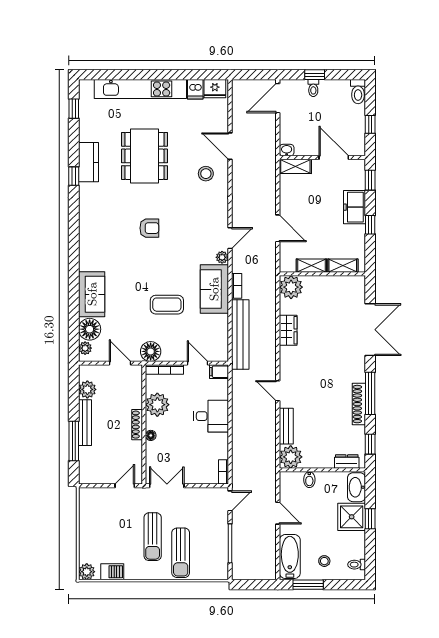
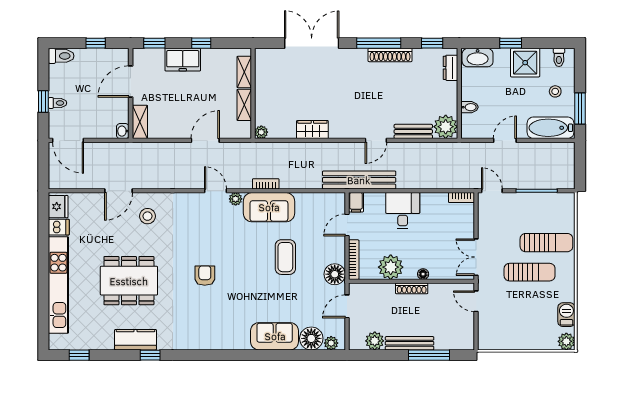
plant: (291, 287) -> (261, 132), width x0.53, depth x0.53
bench: (240, 335) -> (359, 180), moved
shower: (352, 517) -> (525, 63), moved

